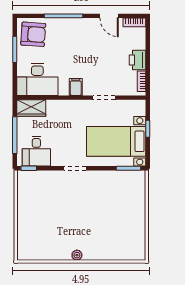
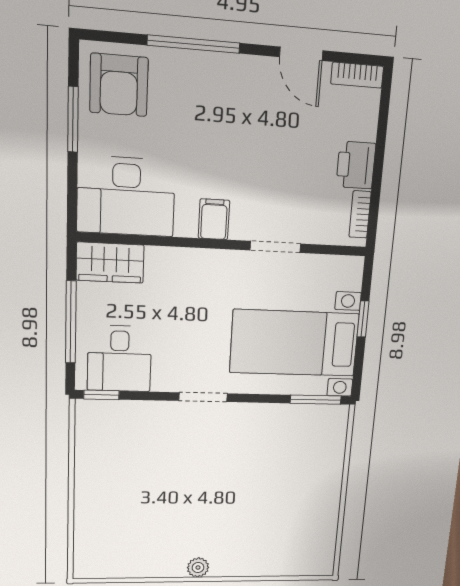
armchair: (33, 34) -> (119, 85), turned 86

